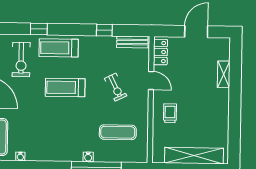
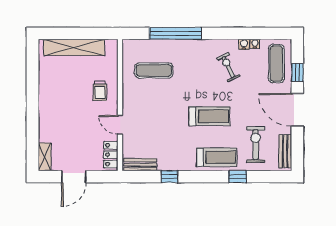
shelving: (224, 74) -> (45, 157), moved
exercise bike: (116, 87) -> (228, 67), moved
water cooler: (88, 157) -> (244, 44), moved

